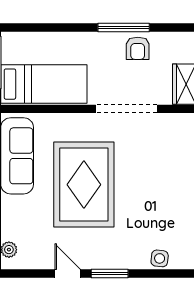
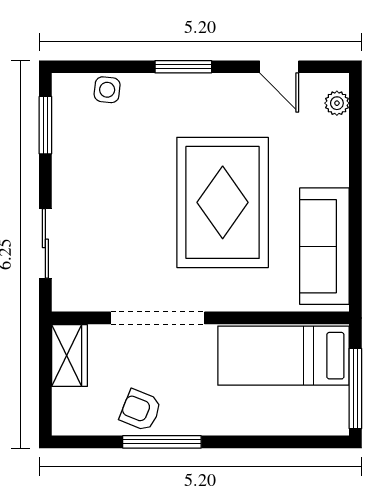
armchair: (138, 48) -> (141, 410), turned -68
door: (68, 273) -> (279, 67), moved

